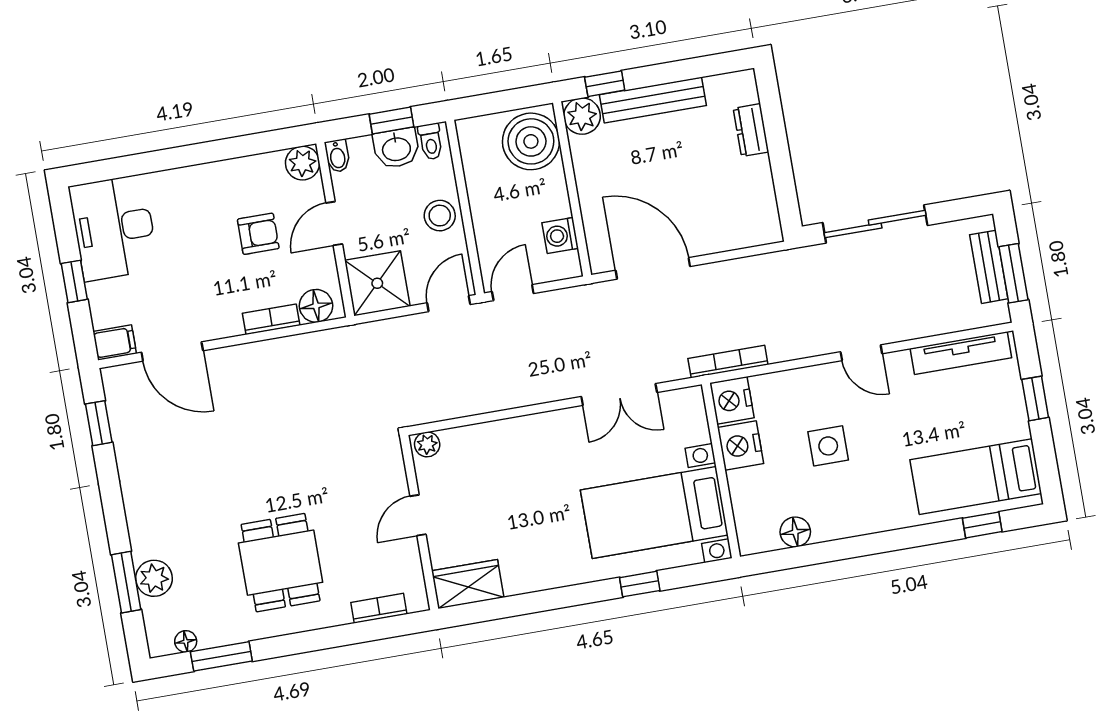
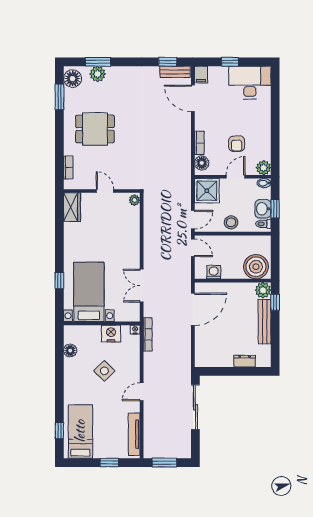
door: (334, 224) -> (235, 177), hinge flipped
bench: (989, 267) -> (175, 72), moved
door: (449, 304) -> (193, 220), hinge flipped
door: (172, 351) -> (193, 98), hinge flipped
nightstand: (732, 400) -> (135, 330), width x0.53, depth x0.56
side table: (828, 446) -> (104, 371), turned 45
floor lamp: (186, 641) -> (73, 79), width x1.89, depth x1.89

